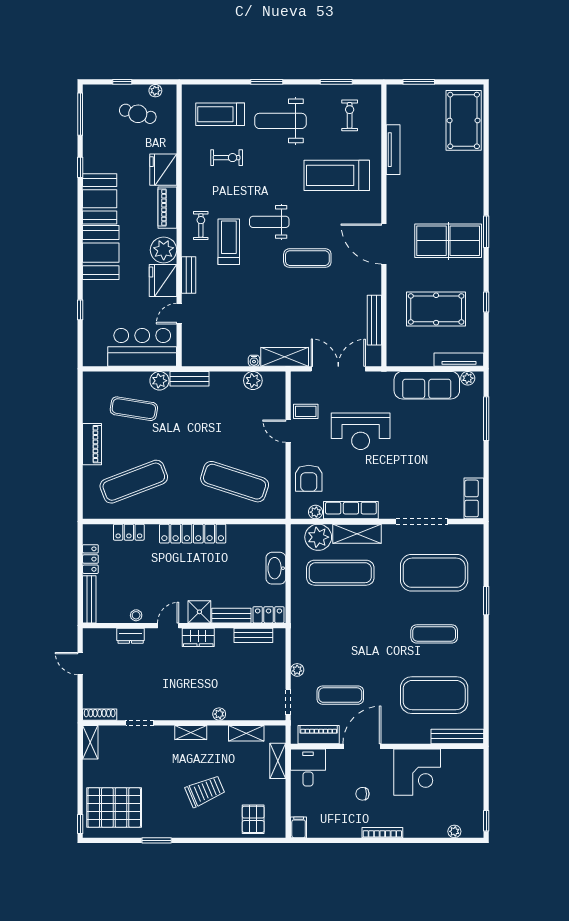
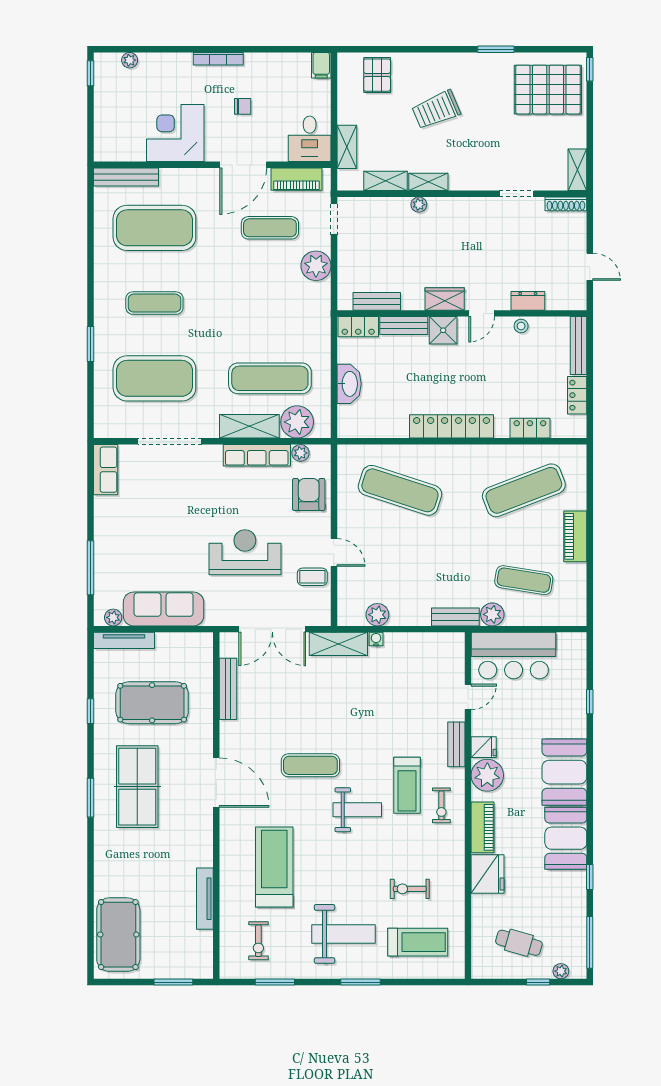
plant: (155, 91) -> (561, 971), moved
treadmill: (337, 175) -> (274, 867), turned -90
table tennis table: (448, 241) -> (137, 787), turned 90
fridge: (163, 280) -> (484, 747), width x0.53, depth x0.75
plant: (297, 670) -> (316, 266), width x1.87, depth x1.87
shelving: (191, 733) -> (428, 182), moved

